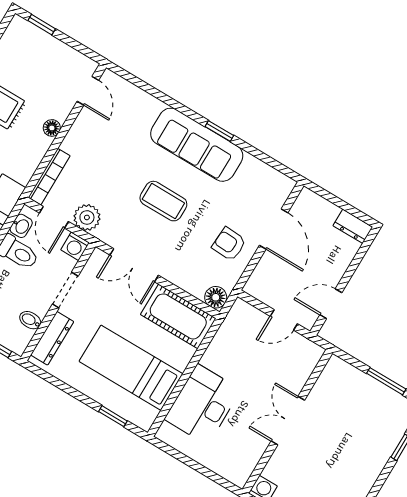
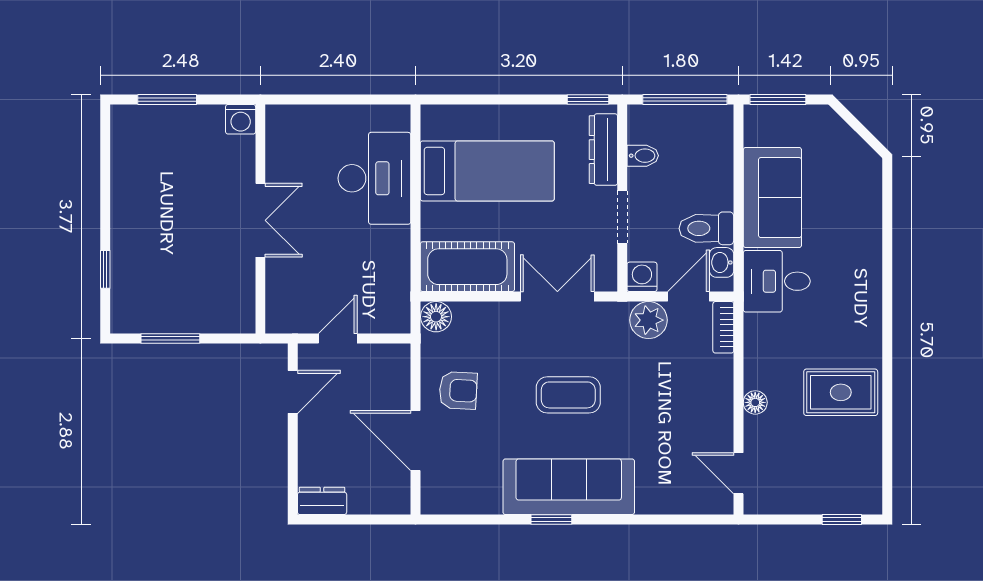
bookcase: (49, 177) -> (723, 327), width x0.64
door: (54, 217) -> (688, 297), hinge flipped
window: (113, 416) -> (588, 99), moved

